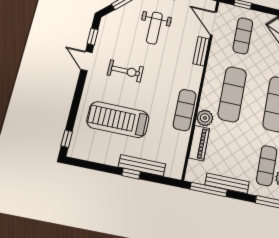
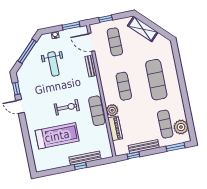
exercise bike: (125, 71) -> (67, 107), moved
exercise mat: (232, 94) -> (124, 86), width x0.73, depth x0.69
treadmill: (118, 120) -> (57, 136), turned 180
window: (67, 139) -> (31, 162), removed
window: (209, 190) -> (133, 155), width x0.46

